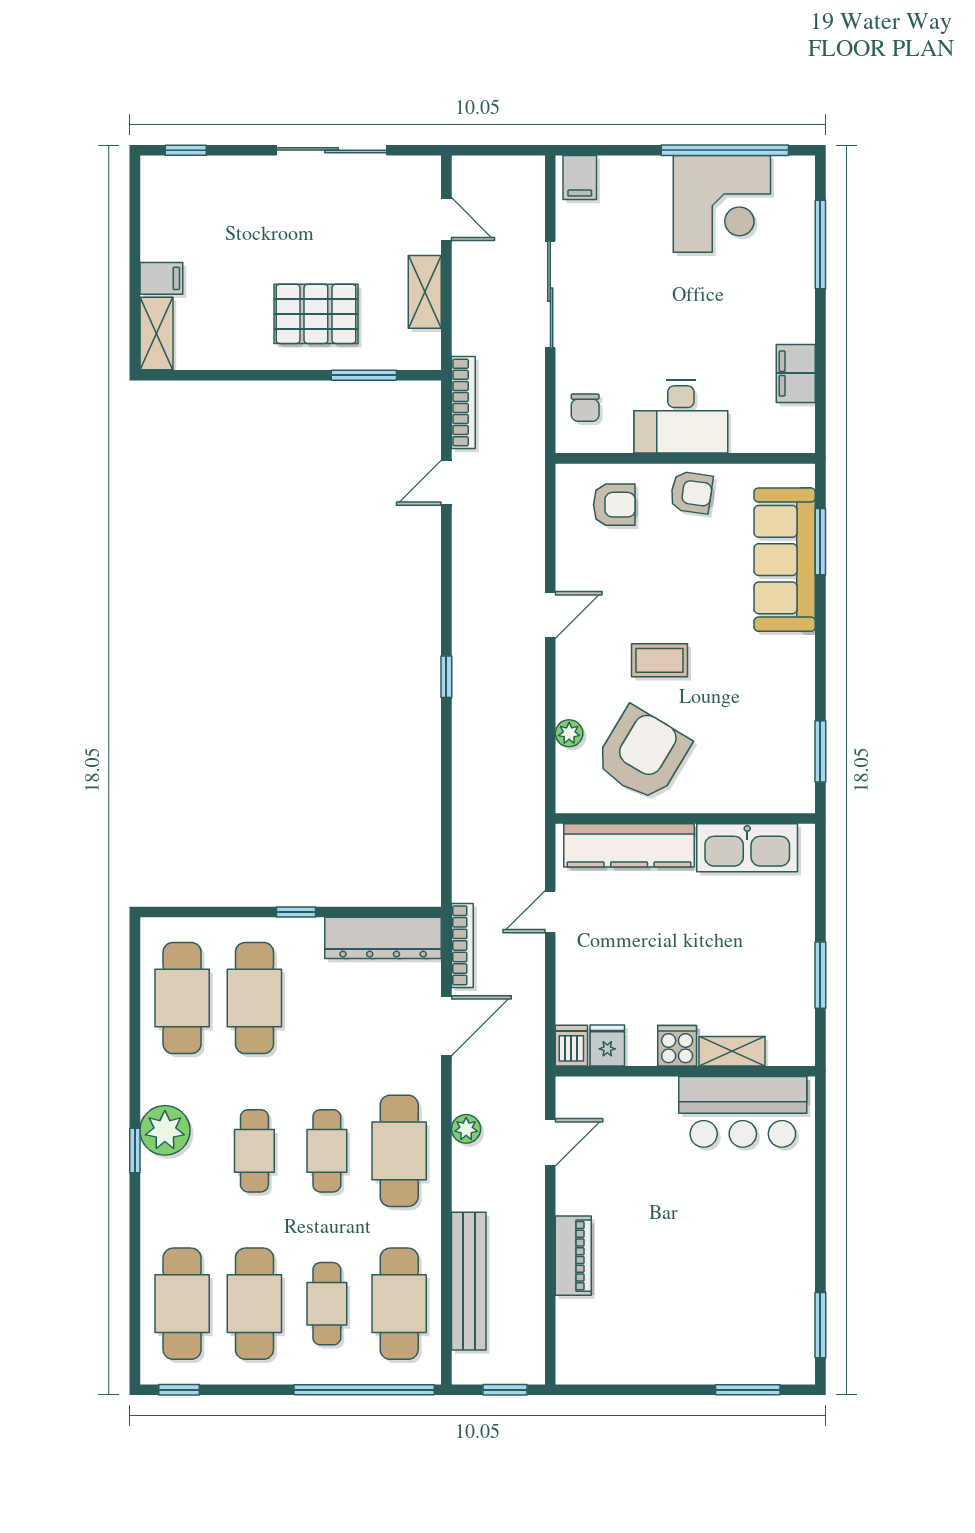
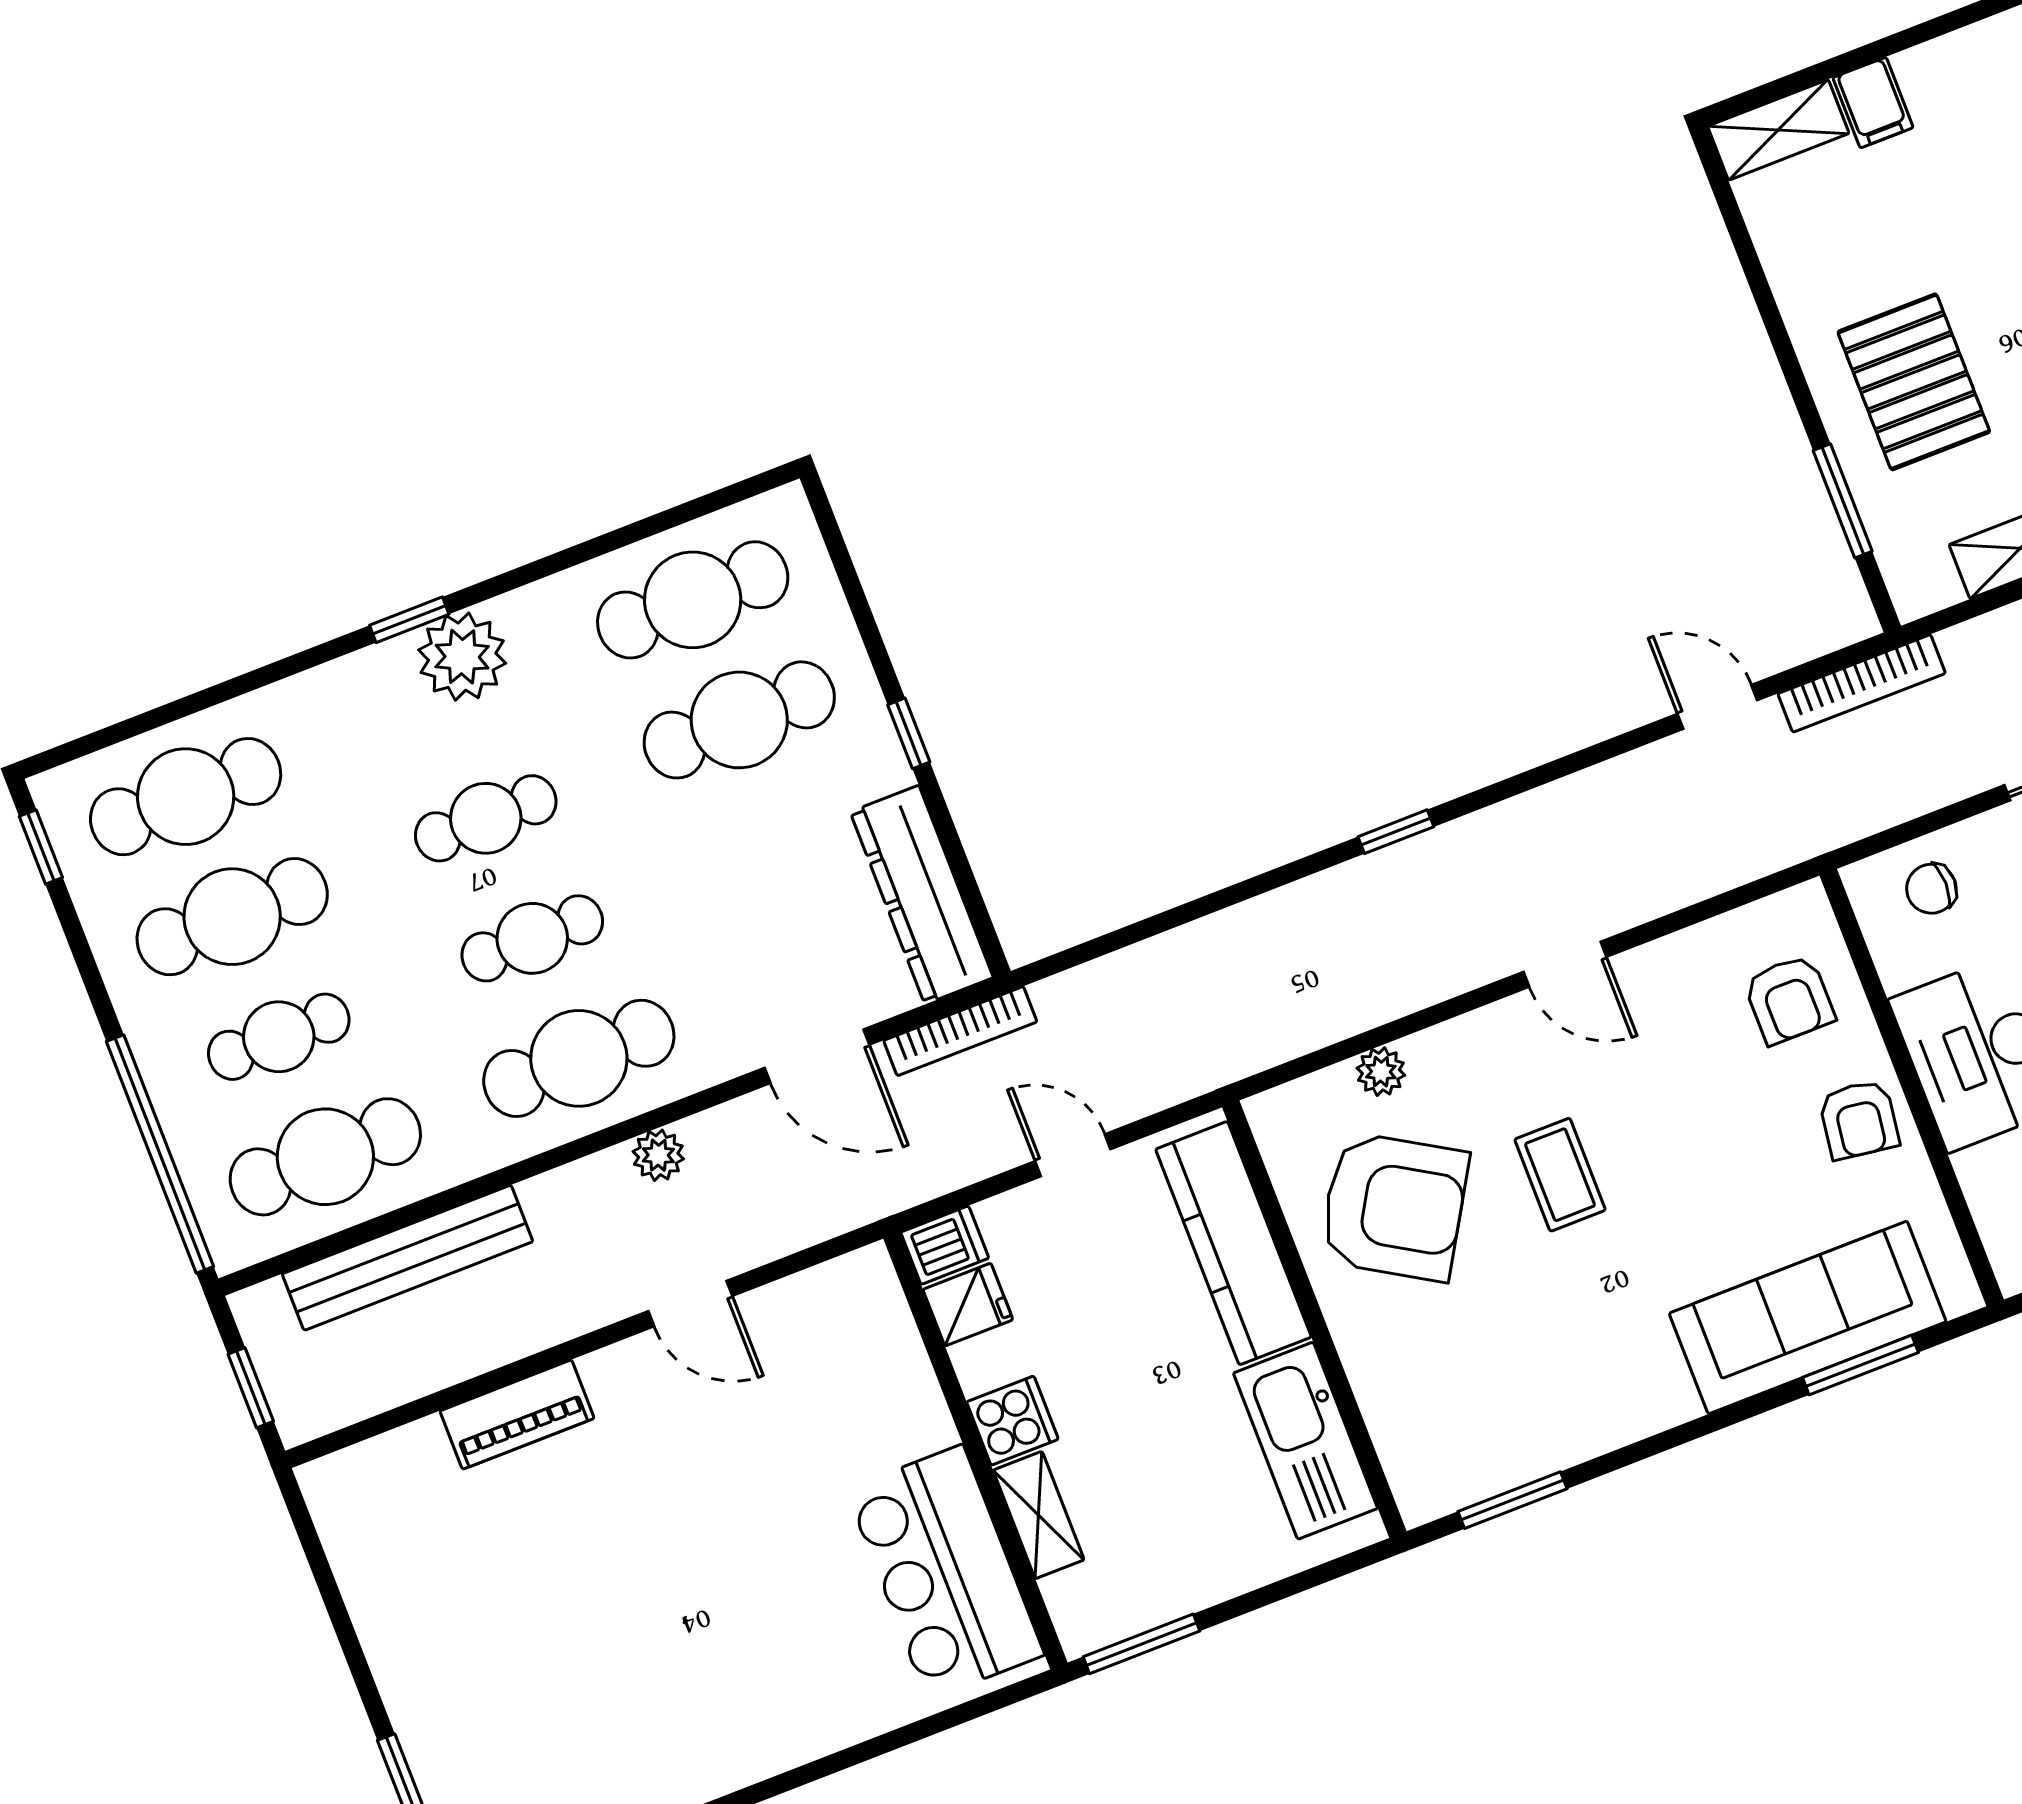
dishwasher: (571, 1046) -> (945, 1245), moved
fridge: (607, 1046) -> (968, 1305), moved
cooker: (677, 1046) -> (1012, 1421), moved
shelving: (732, 1051) -> (1039, 1515), moved
wall: (685, 1071) -> (975, 1451), moved
bar counter: (743, 1112) -> (945, 1572), moved

